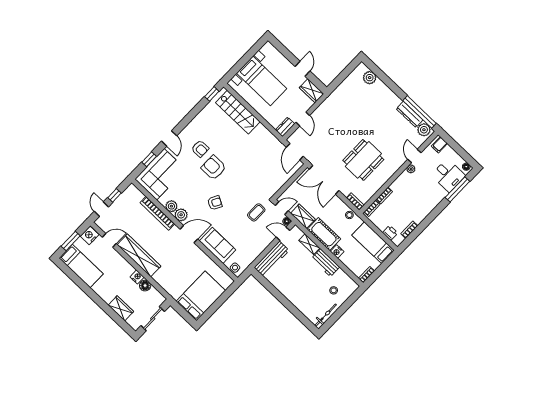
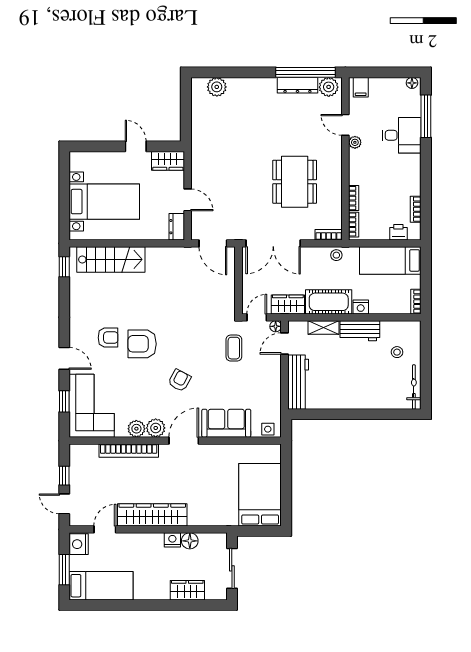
desk: (448, 175) -> (402, 135), moved

